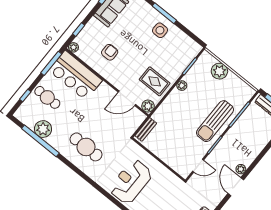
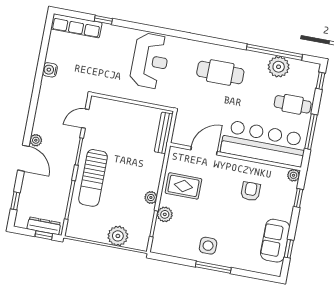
armchair: (110, 52) -> (251, 191), turned 180
window: (51, 63) -> (311, 132), moved
bar counter: (76, 75) -> (264, 143), width x1.36
window: (25, 96) -> (321, 81), moved
plant: (148, 106) -> (165, 214), moved
sun lounger: (215, 121) -> (93, 178), turned 180
bench: (146, 129) -> (164, 133), width x1.36
door: (236, 187) -> (23, 158), moved

